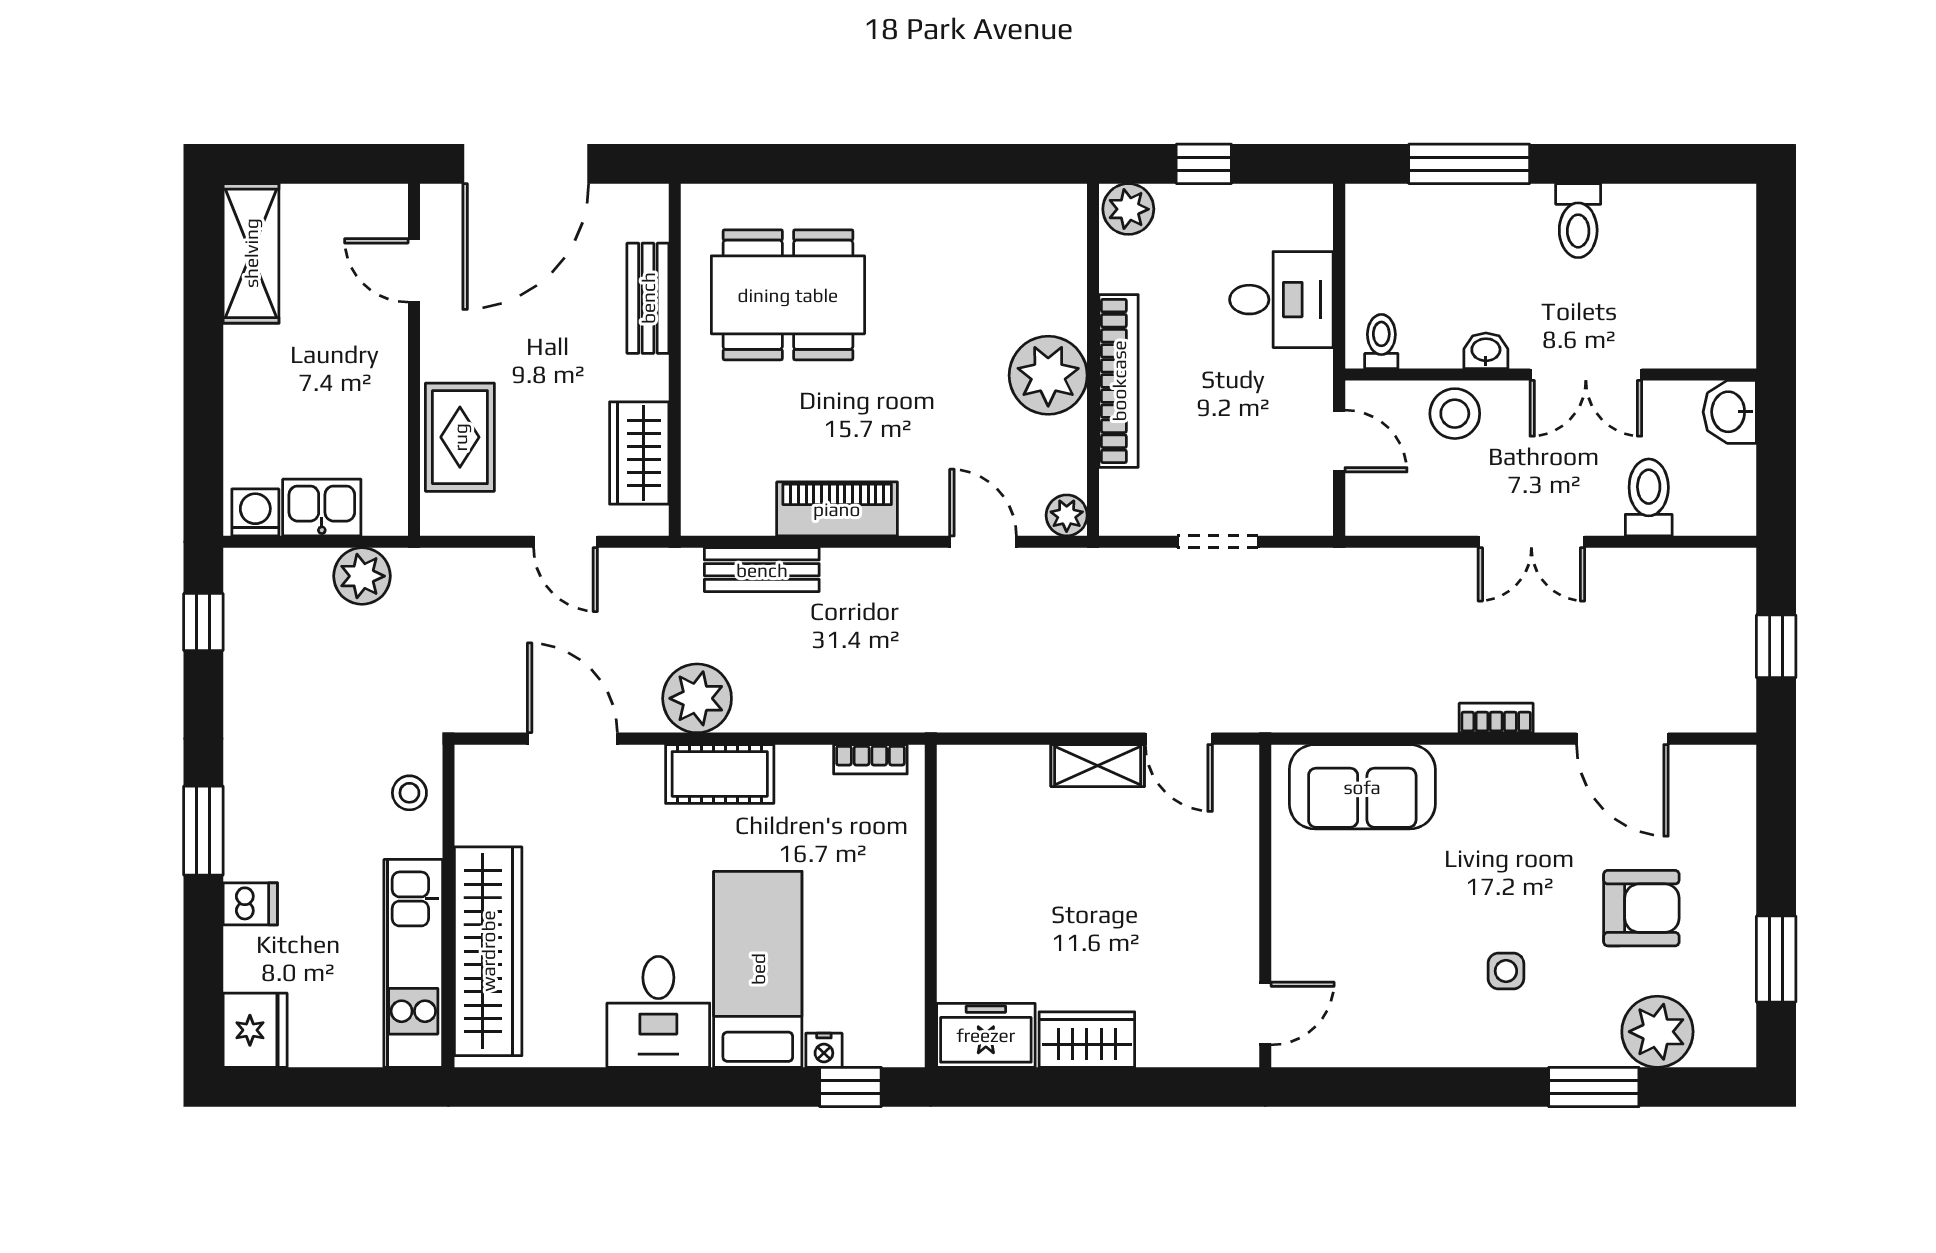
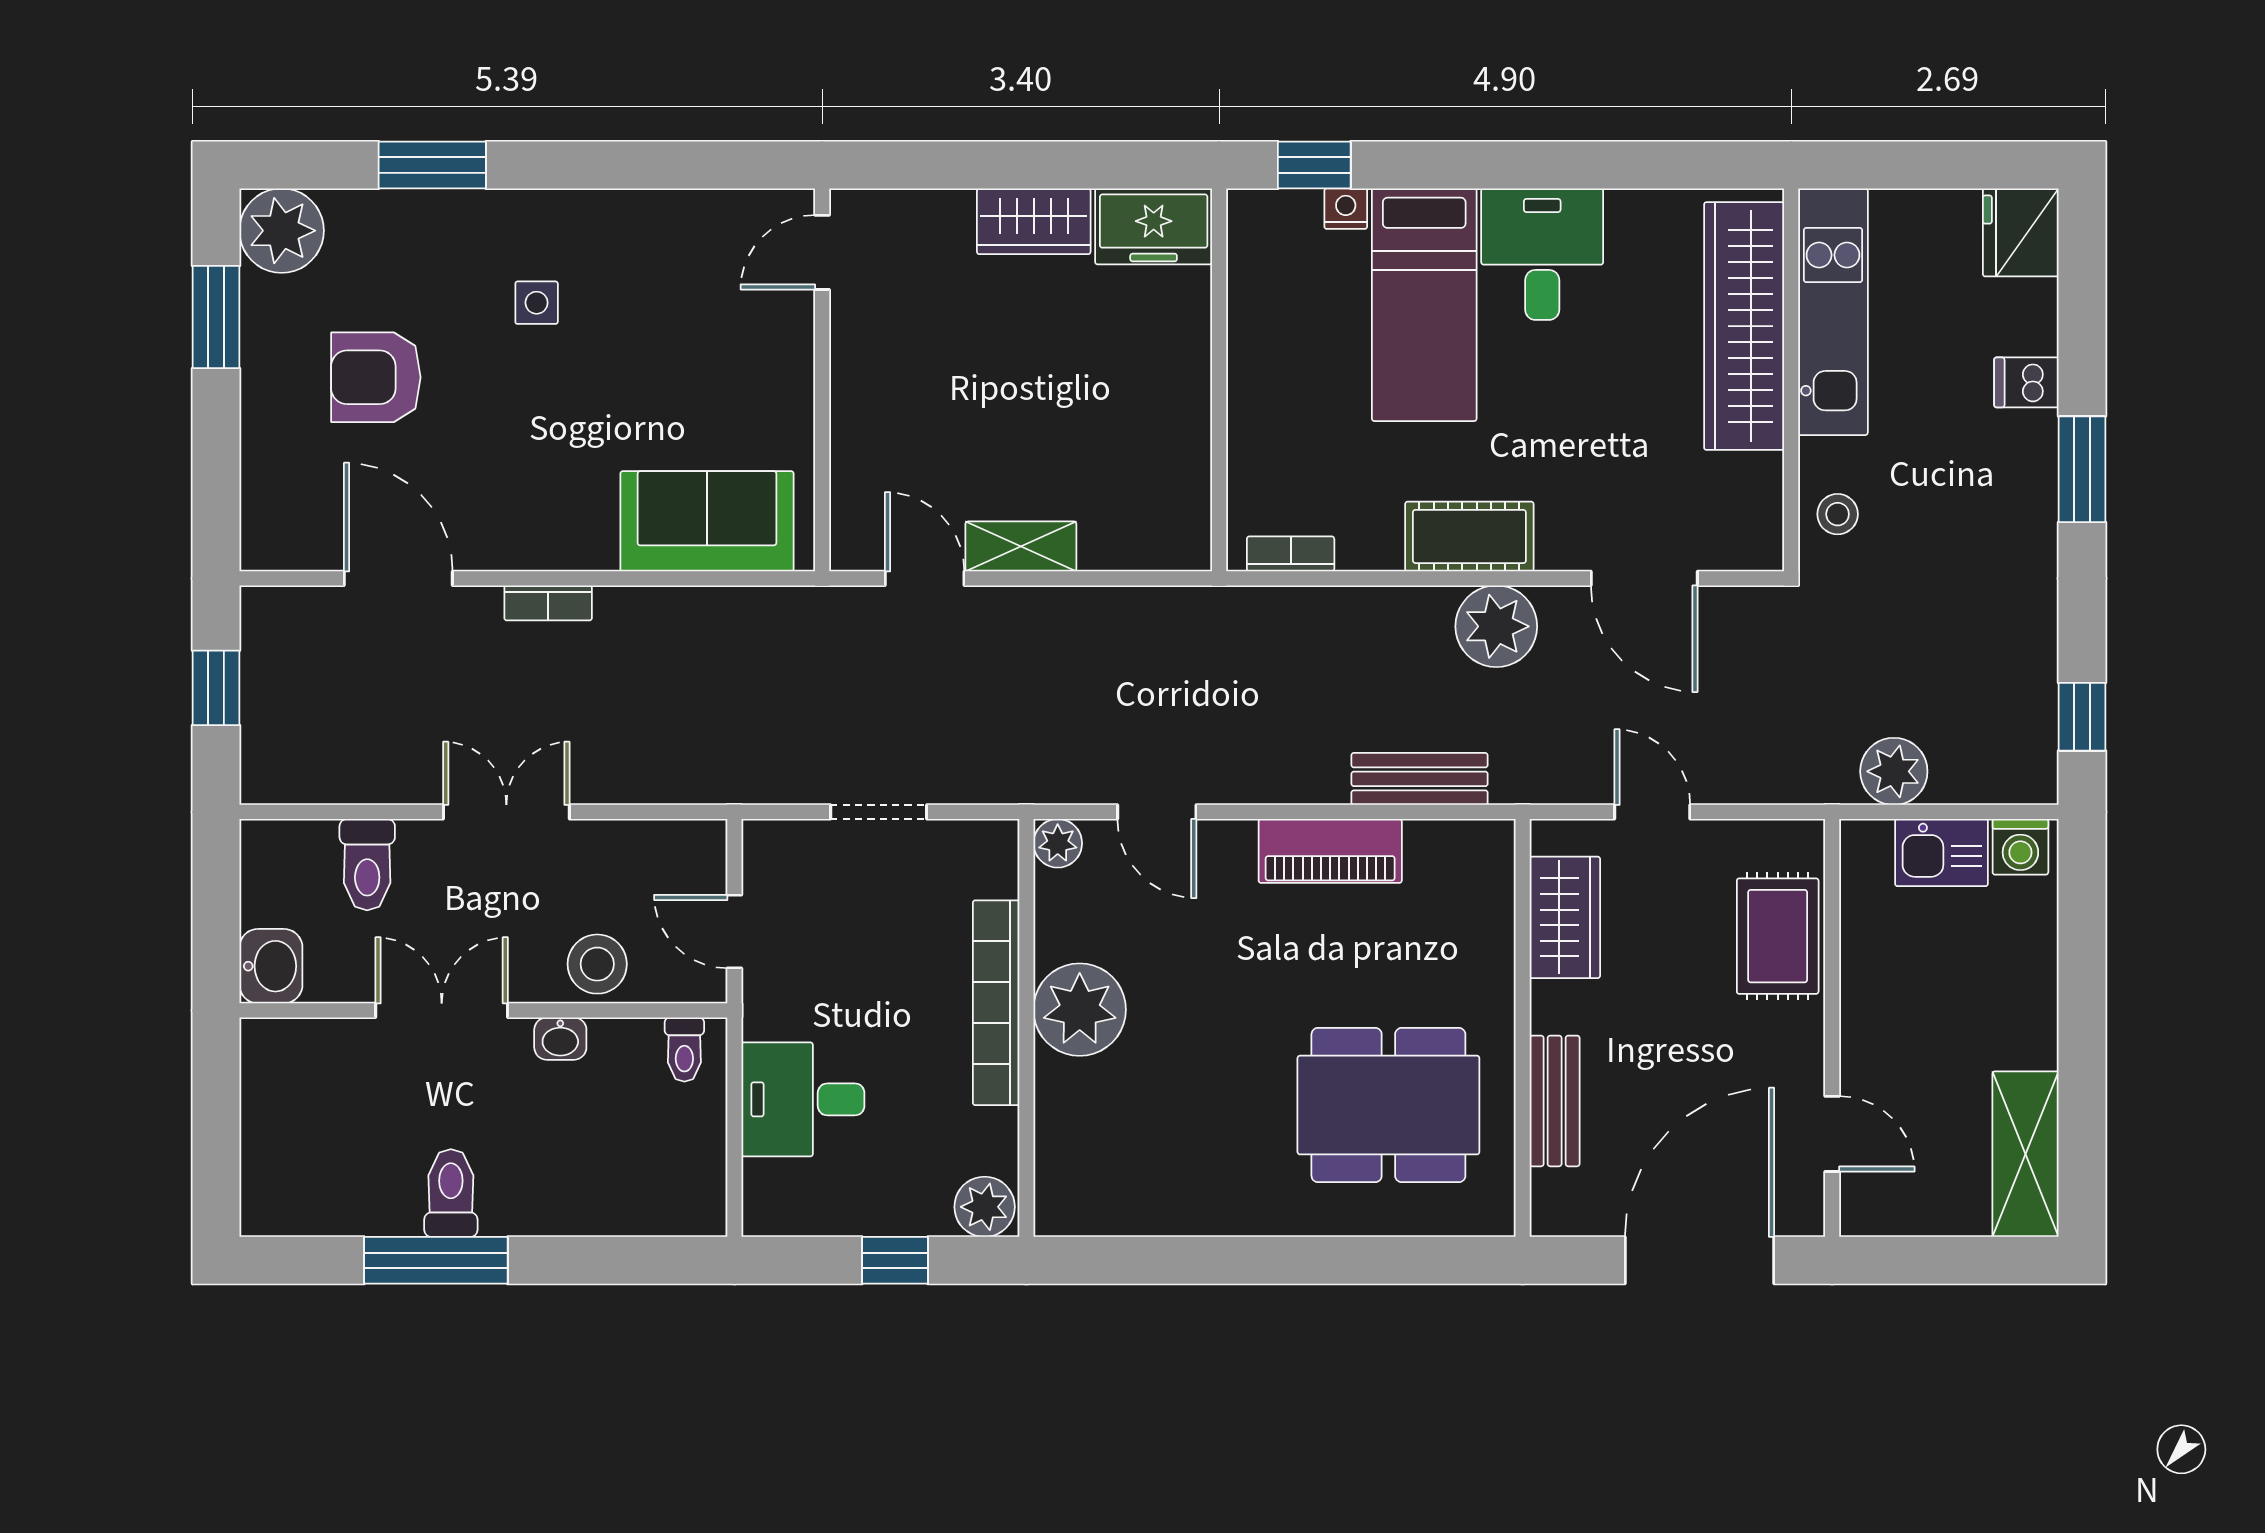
window: (1469, 164) -> (436, 1260), moved
plant: (1657, 1032) -> (282, 231), moved

